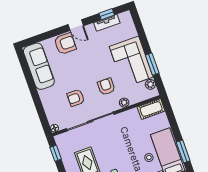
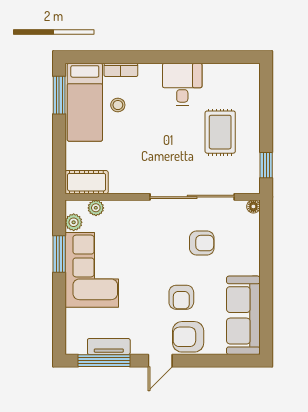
window: (107, 14) -> (104, 361), width x2.17
door: (76, 25) -> (160, 361), swing flipped
armchair: (106, 87) -> (181, 297), moved
plant: (124, 103) -> (96, 208), moved

